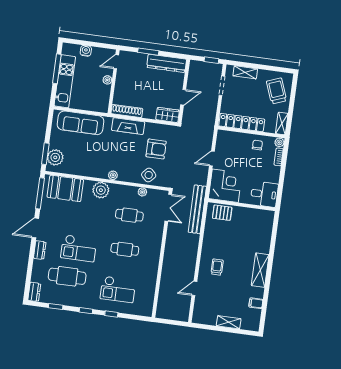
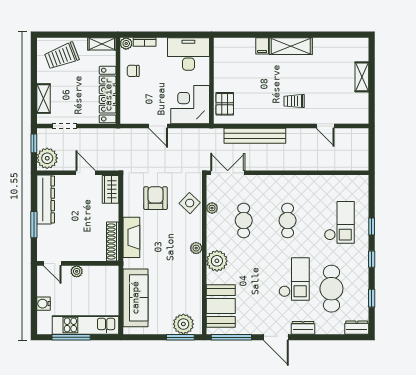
plant: (198, 69) -> (47, 158), added
desk: (264, 194) -> (188, 54), width x1.37
bench: (197, 209) -> (255, 136), moved
filing cabinet: (256, 303) -> (262, 46), moved

